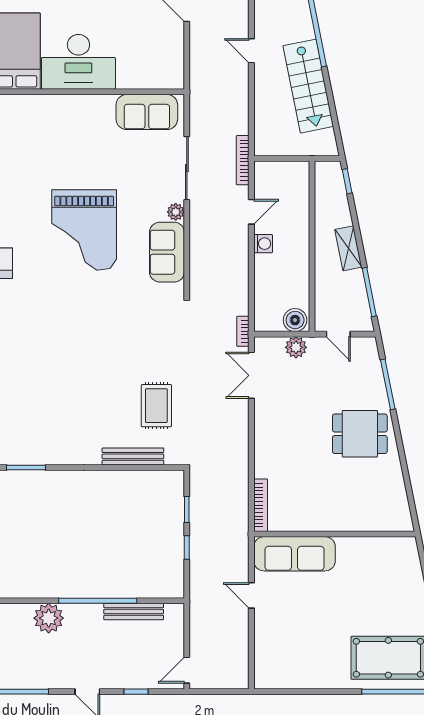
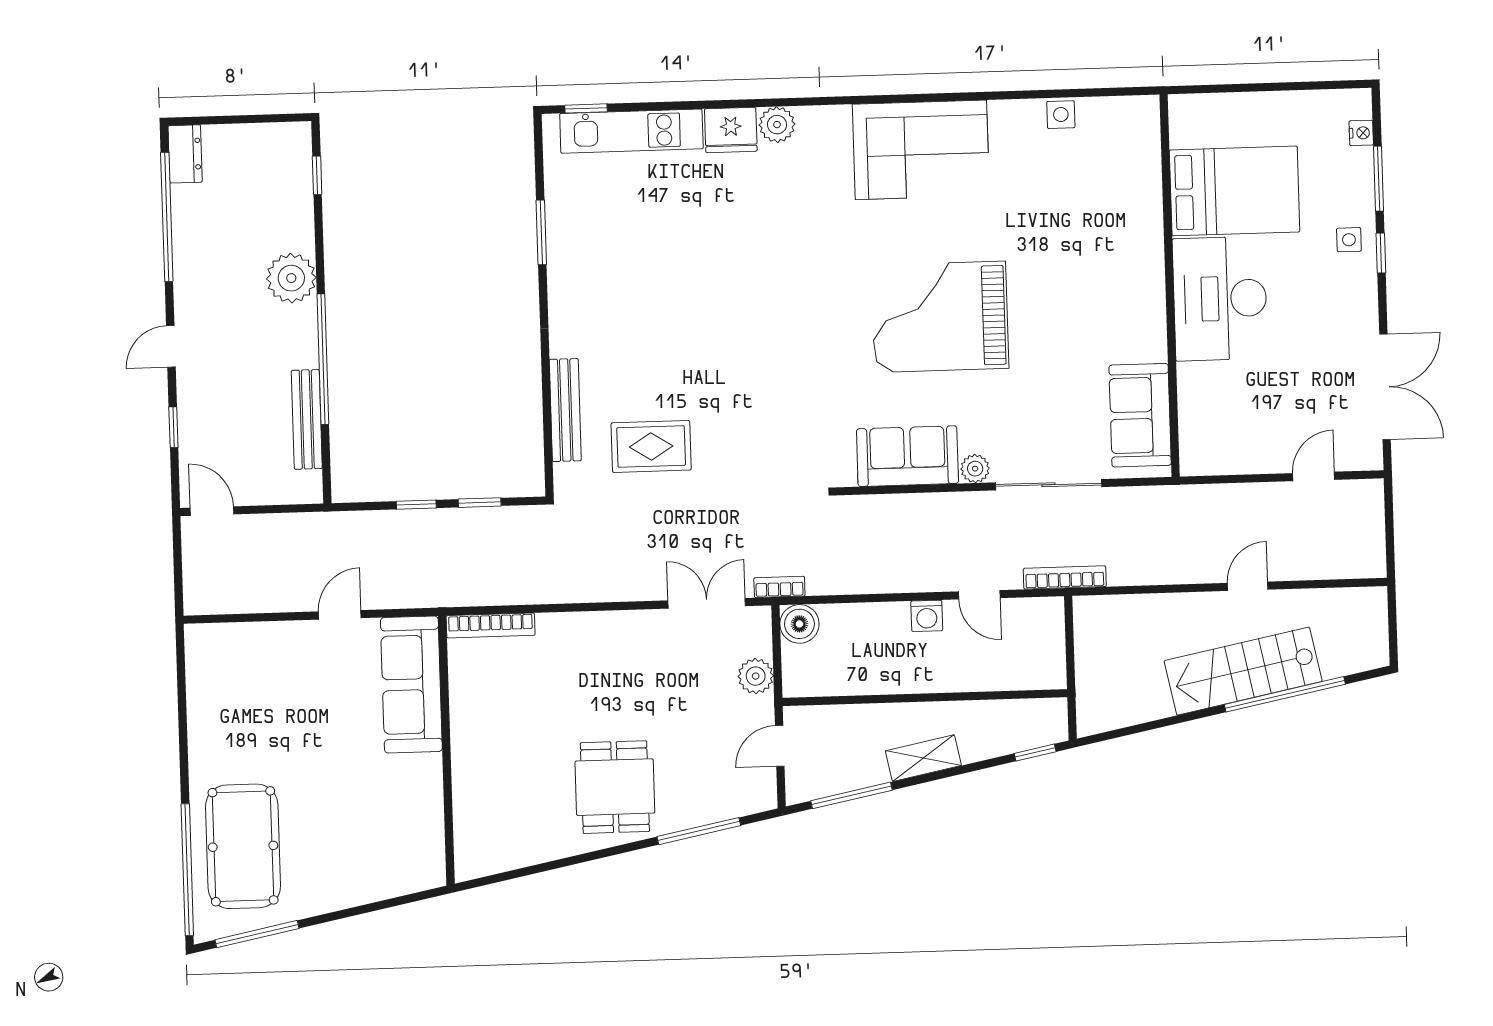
stairs: (308, 86) -> (1243, 671), moved
boiler: (295, 320) -> (799, 624), moved

